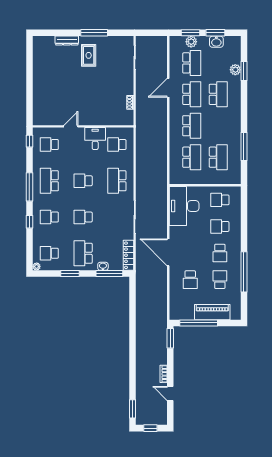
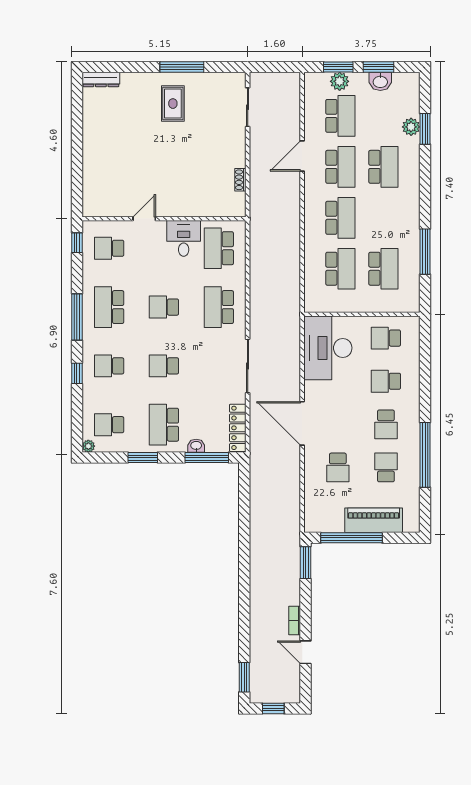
dresser: (67, 40) -> (101, 79), moved
school desk: (117, 145) -> (219, 248), width x1.85

